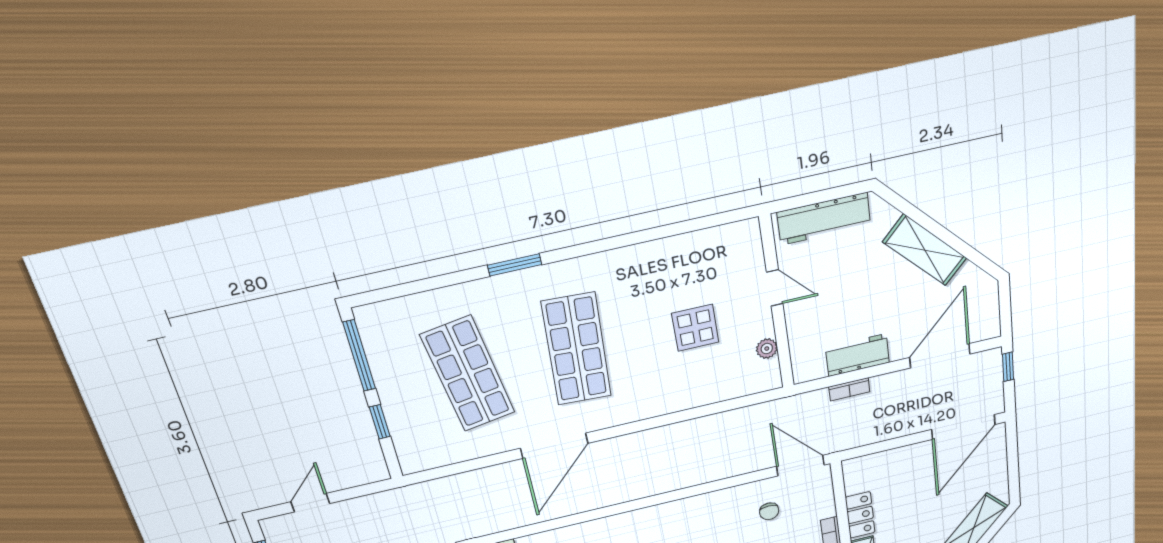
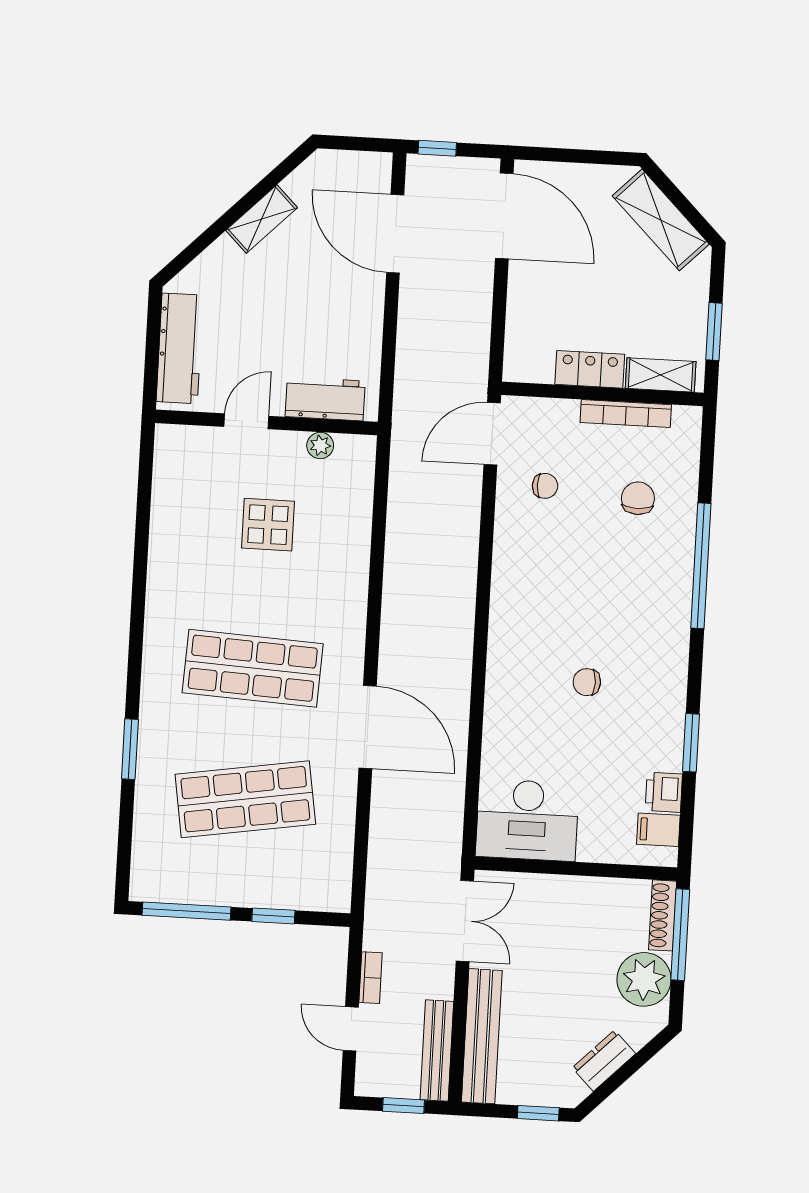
shelving: (925, 250) -> (262, 219), width x0.67, depth x0.75
window: (515, 265) -> (130, 749), moved
workbench: (857, 355) -> (325, 399), moved, turned 90
bookcase: (849, 389) -> (371, 978), moved

